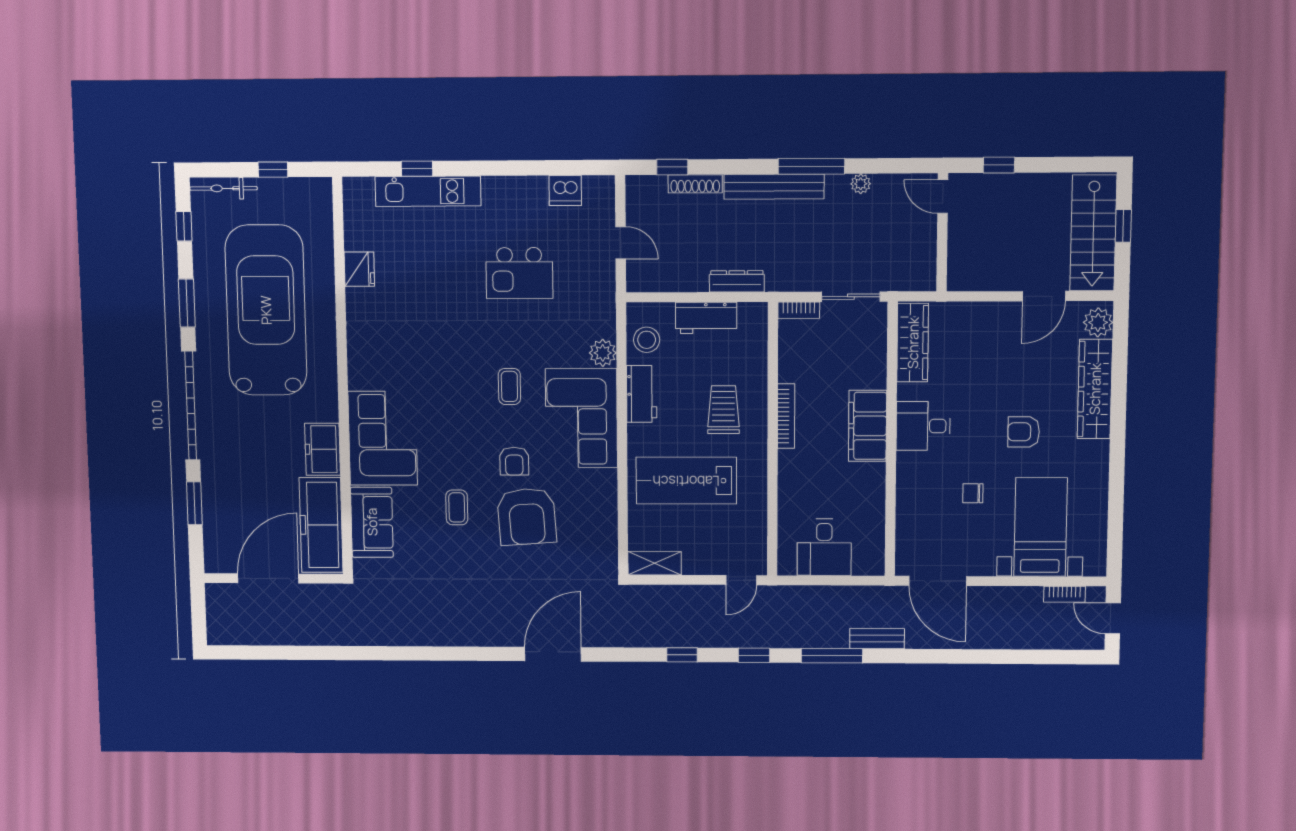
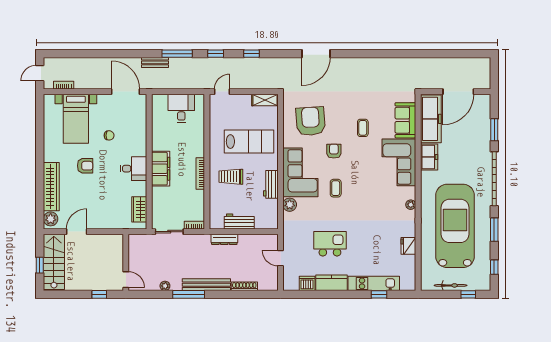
window: (672, 167) -> (255, 294), removed
window: (273, 170) -> (468, 294), moved
bicycle: (223, 188) -> (451, 285), moved
kitchen counter: (515, 192) -> (332, 283), added
car: (266, 310) -> (455, 226), turned 180
stool: (647, 340) -> (268, 211), removed
wardrobe: (913, 343) -> (139, 209), width x0.67
plant: (357, 353) -> (411, 205), added
trolley: (723, 410) -> (231, 177), turned 90
armchair: (527, 516) -> (311, 121), moved
door: (1113, 618) -> (40, 73), swing flipped

